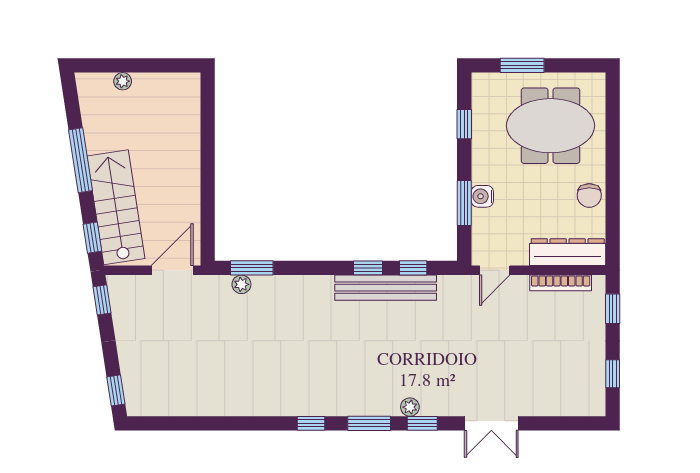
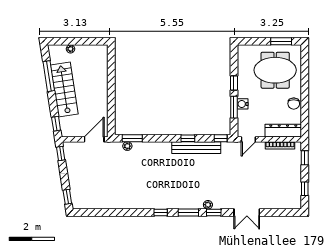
window: (522, 65) -> (281, 41), moved
window: (464, 124) -> (234, 83), moved
window: (81, 160) -> (49, 76), moved
stairs: (116, 207) -> (64, 90), moved
window: (413, 268) -> (221, 138), moved

